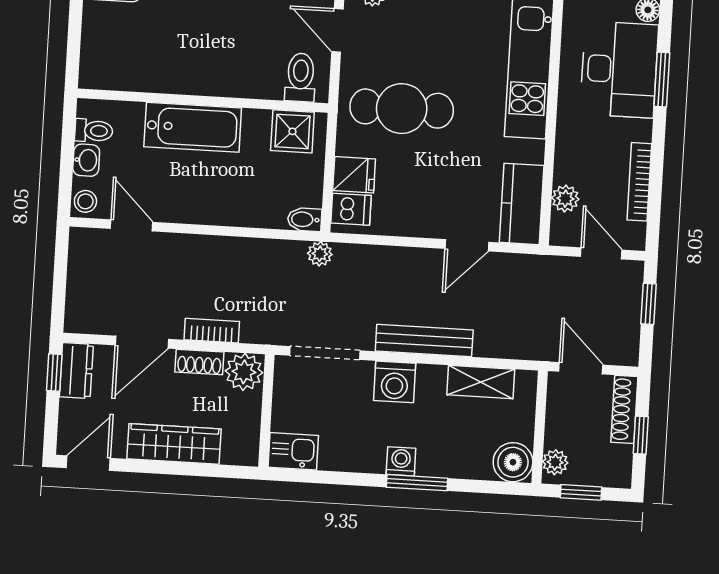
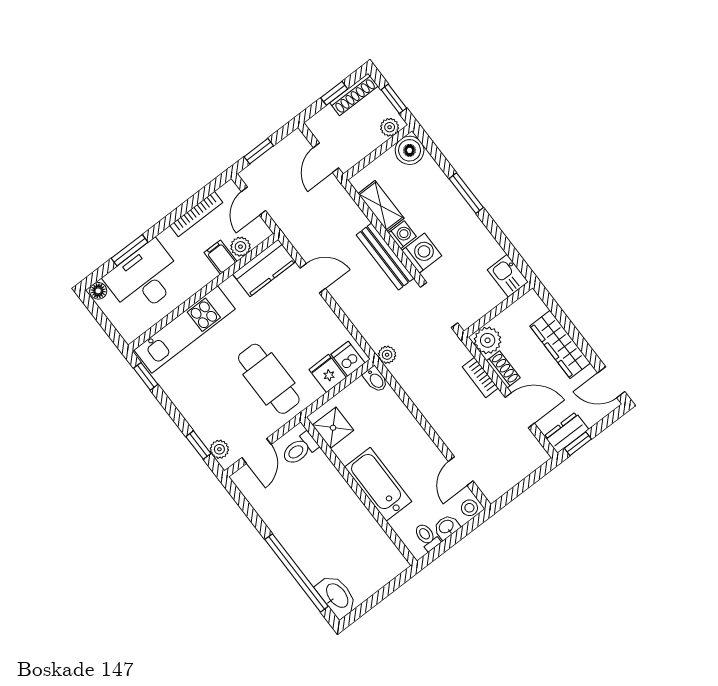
filing cabinet: (572, 168) -> (221, 257), added
shoe rack: (624, 409) -> (354, 94), moved
washing machine: (401, 461) -> (402, 235), moved, turned 180

